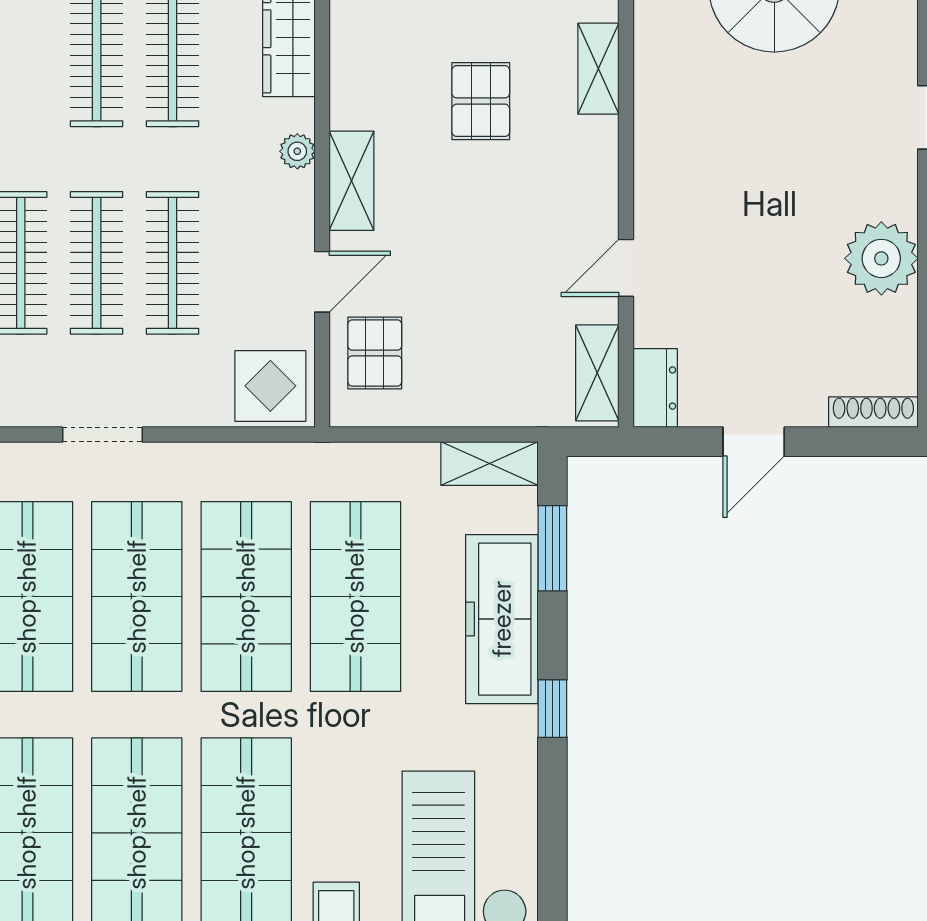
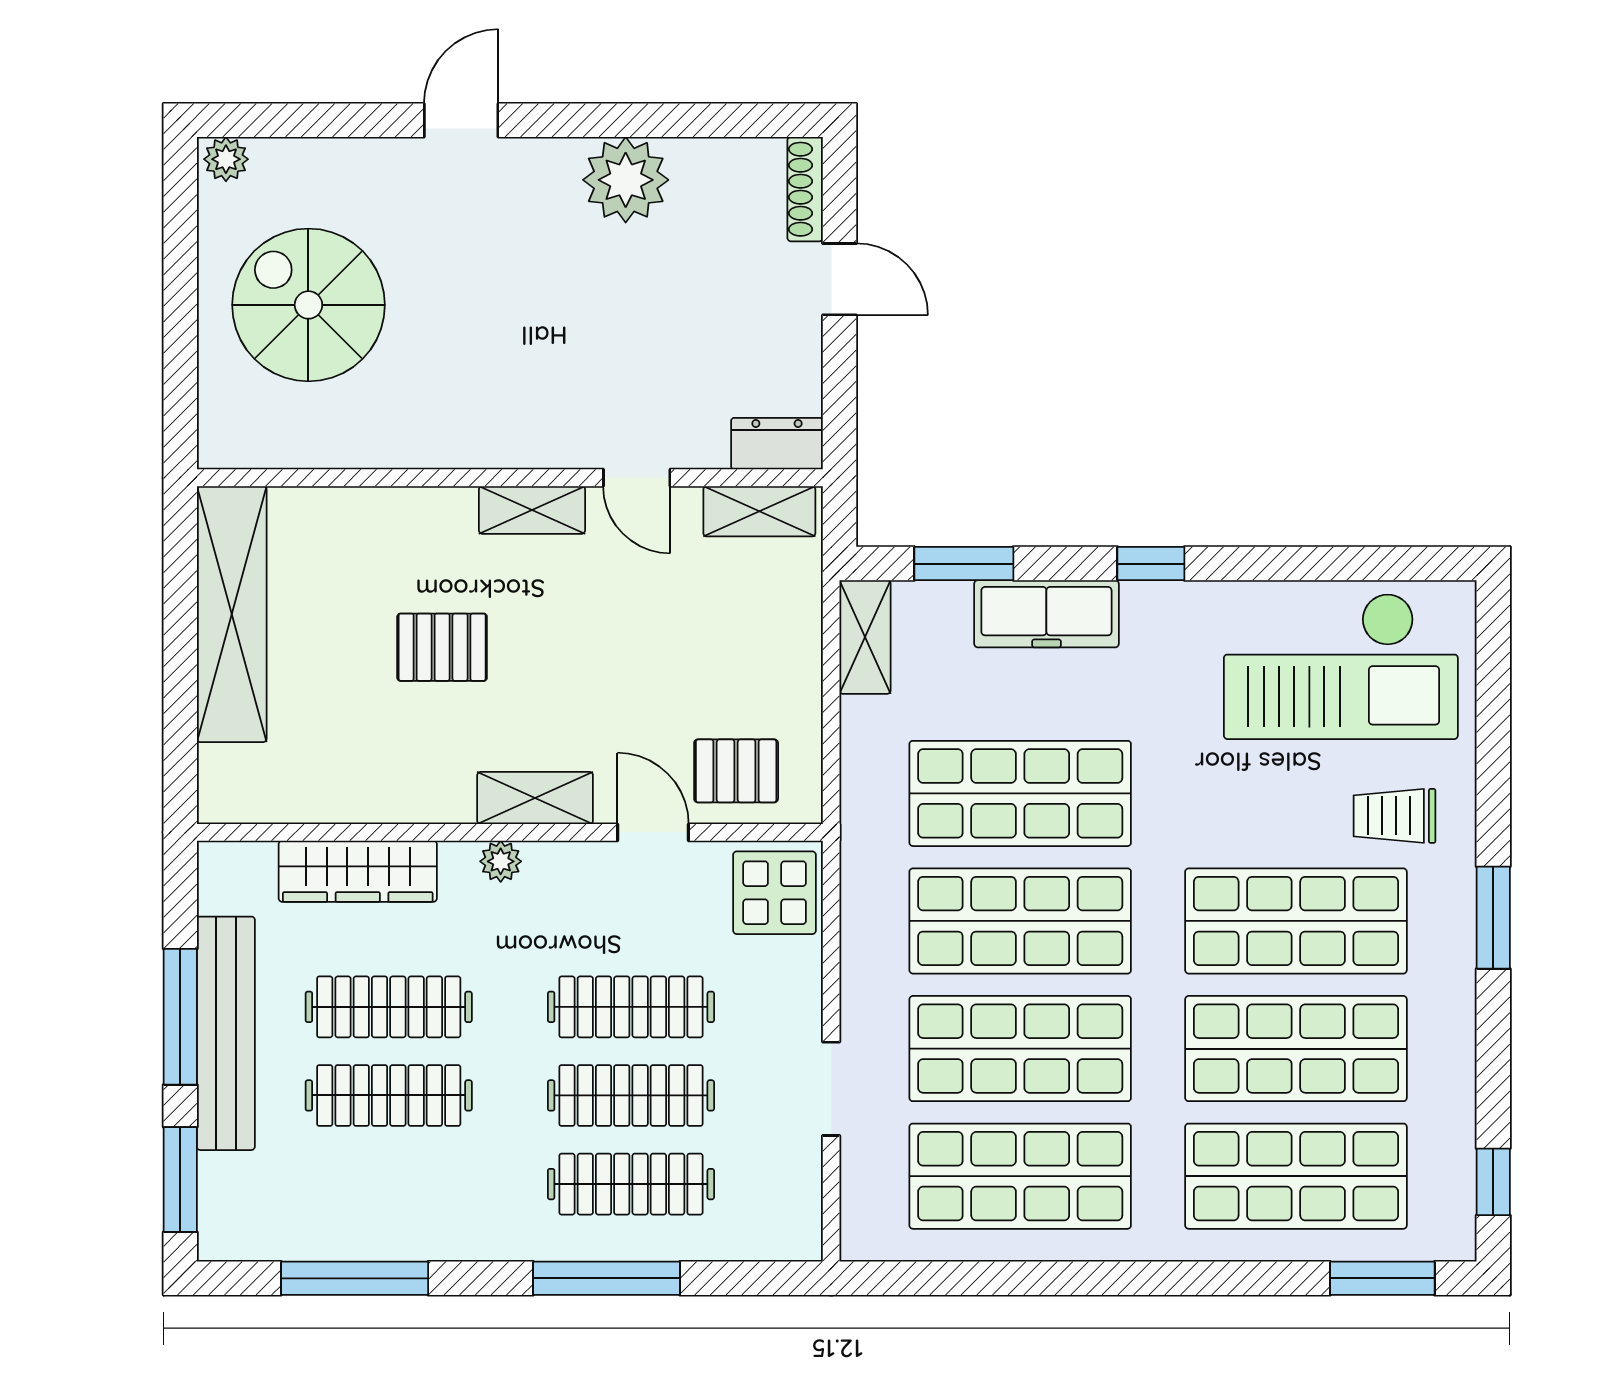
shelving: (598, 69) -> (532, 510), moved
door: (754, 442) -> (839, 279), moved
freezer: (502, 619) -> (1046, 614), width x0.73, depth x0.79

